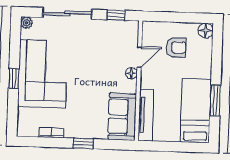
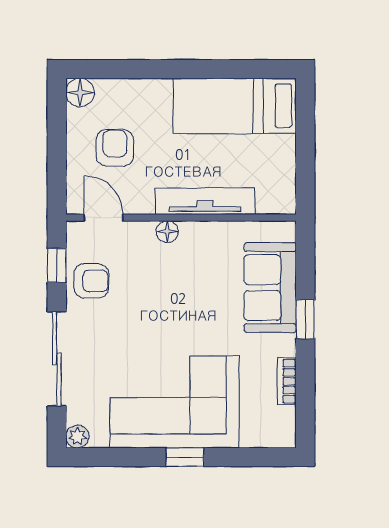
armchair: (107, 33) -> (91, 281), added
door: (139, 57) -> (103, 218), moved
window: (215, 101) -> (214, 69), removed
tv unit: (146, 115) -> (205, 201), moved
sofa: (122, 117) -> (270, 288), moved, turned 90

